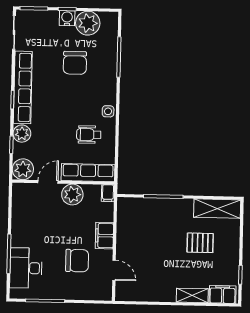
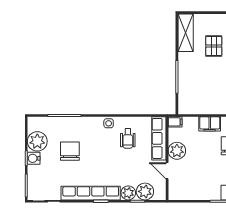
chair: (75, 63) -> (70, 151), turned -90
plant: (23, 169) -> (145, 191), moved

